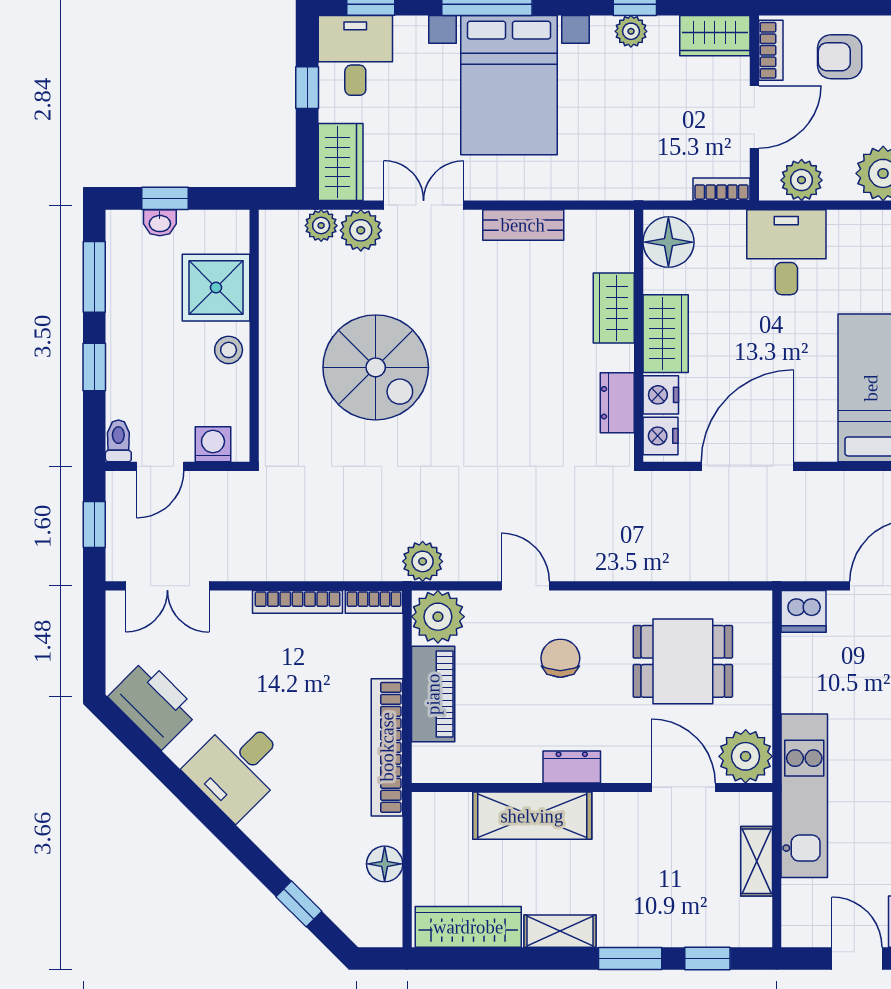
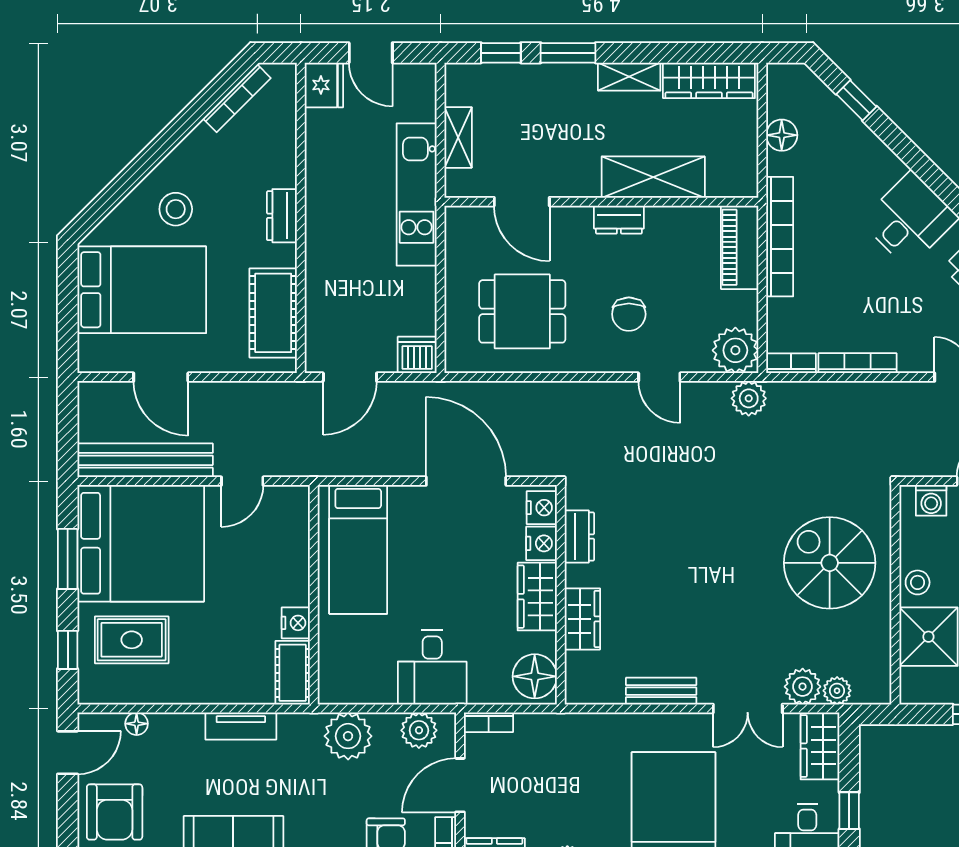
spiral stairs: (376, 367) -> (830, 563), moved
door: (747, 466) -> (466, 481), swing flipped
piano: (433, 694) -> (740, 247), moved
plant: (746, 756) -> (468, 229), removed

